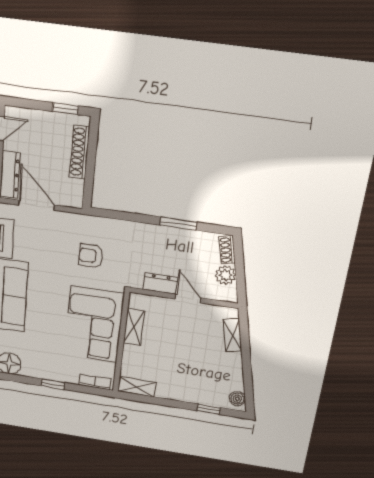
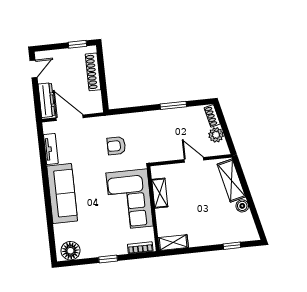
dresser: (160, 283) -> (171, 154), removed
shelving: (232, 335) -> (231, 180), width x1.50, depth x1.33
boiler: (237, 399) -> (242, 206), moved

